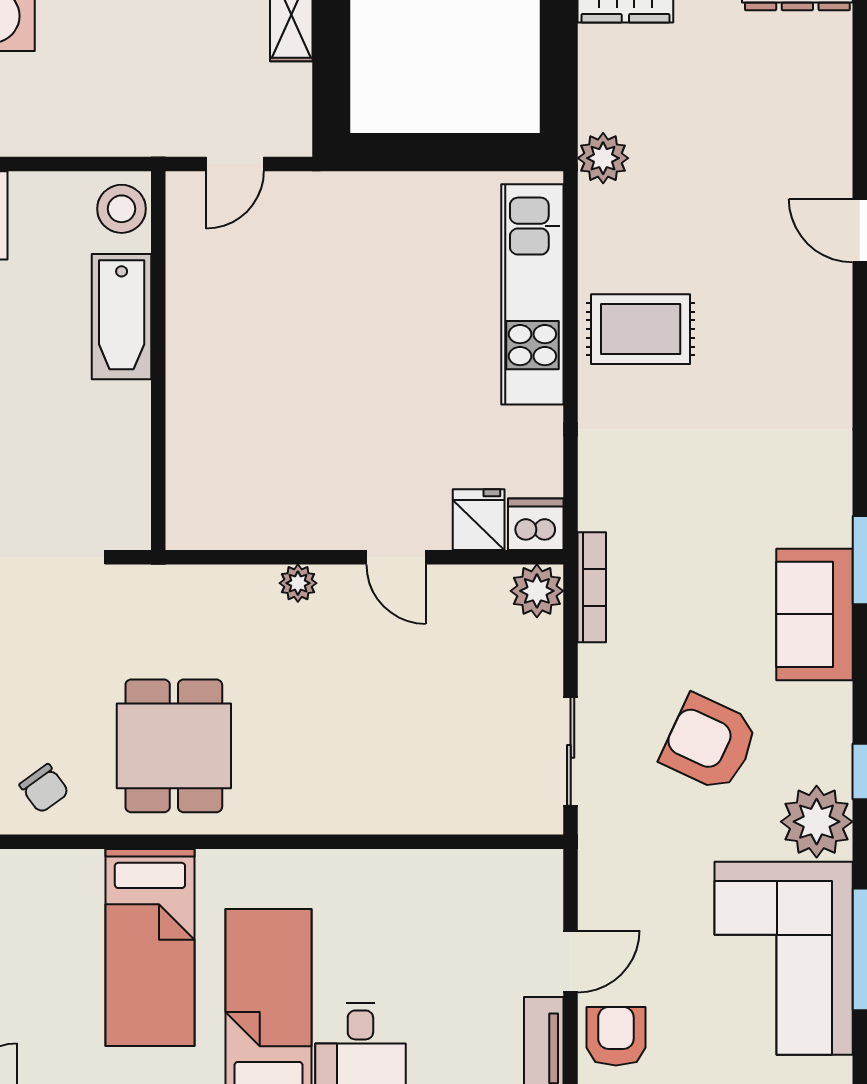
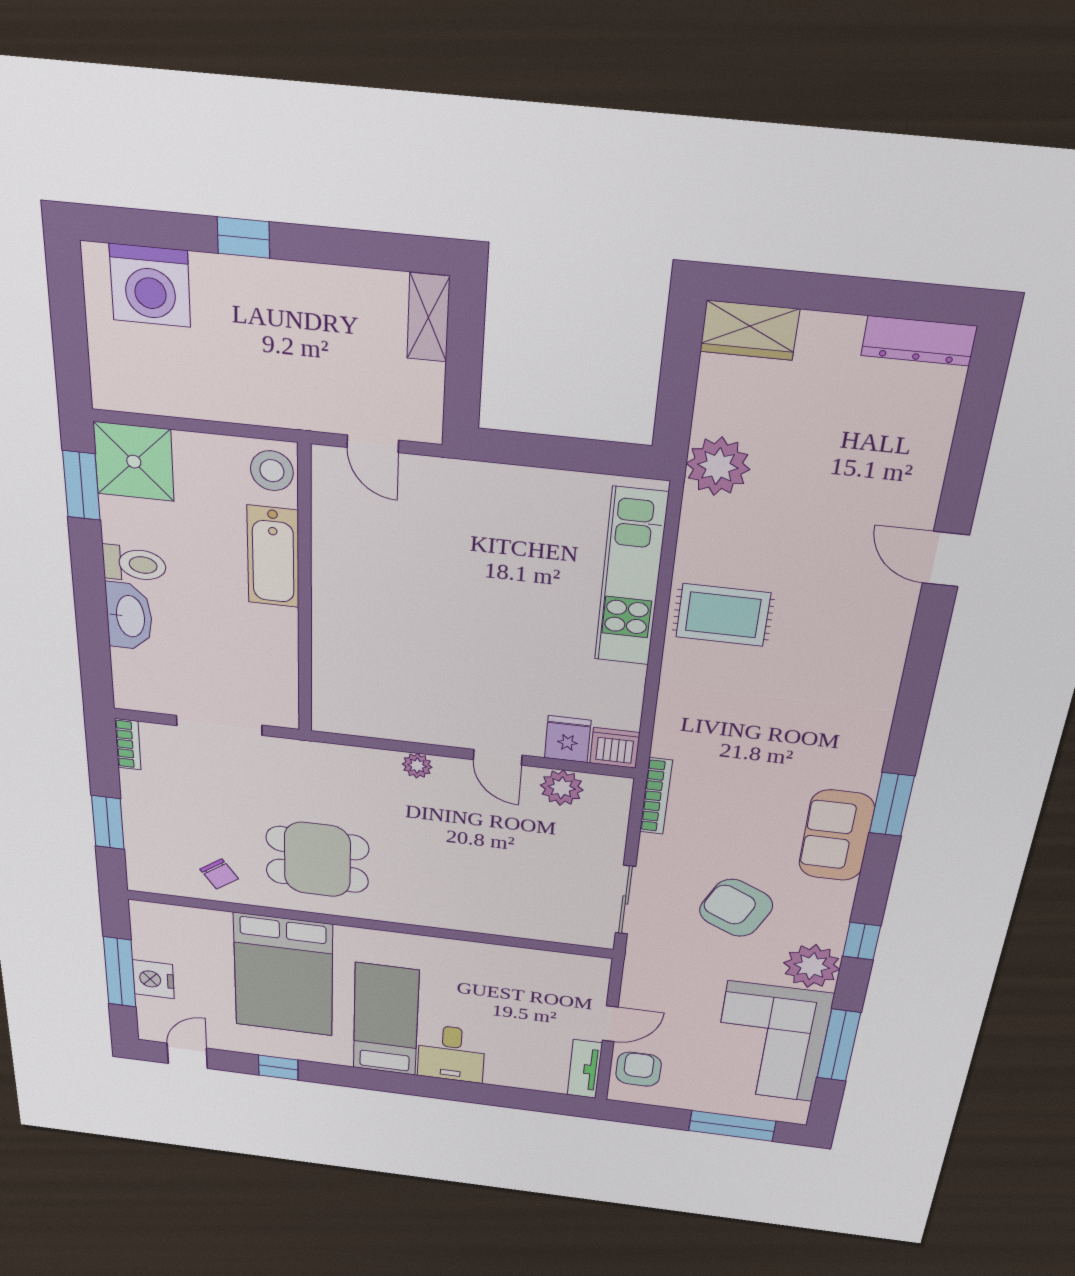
plant: (603, 158) -> (718, 466), width x1.36, depth x1.36
door: (235, 164) -> (373, 444), hinge flipped
plant: (537, 591) -> (562, 788), moved
dining table: (174, 746) -> (317, 860), turned 90
bed: (150, 947) -> (283, 975), width x1.50

